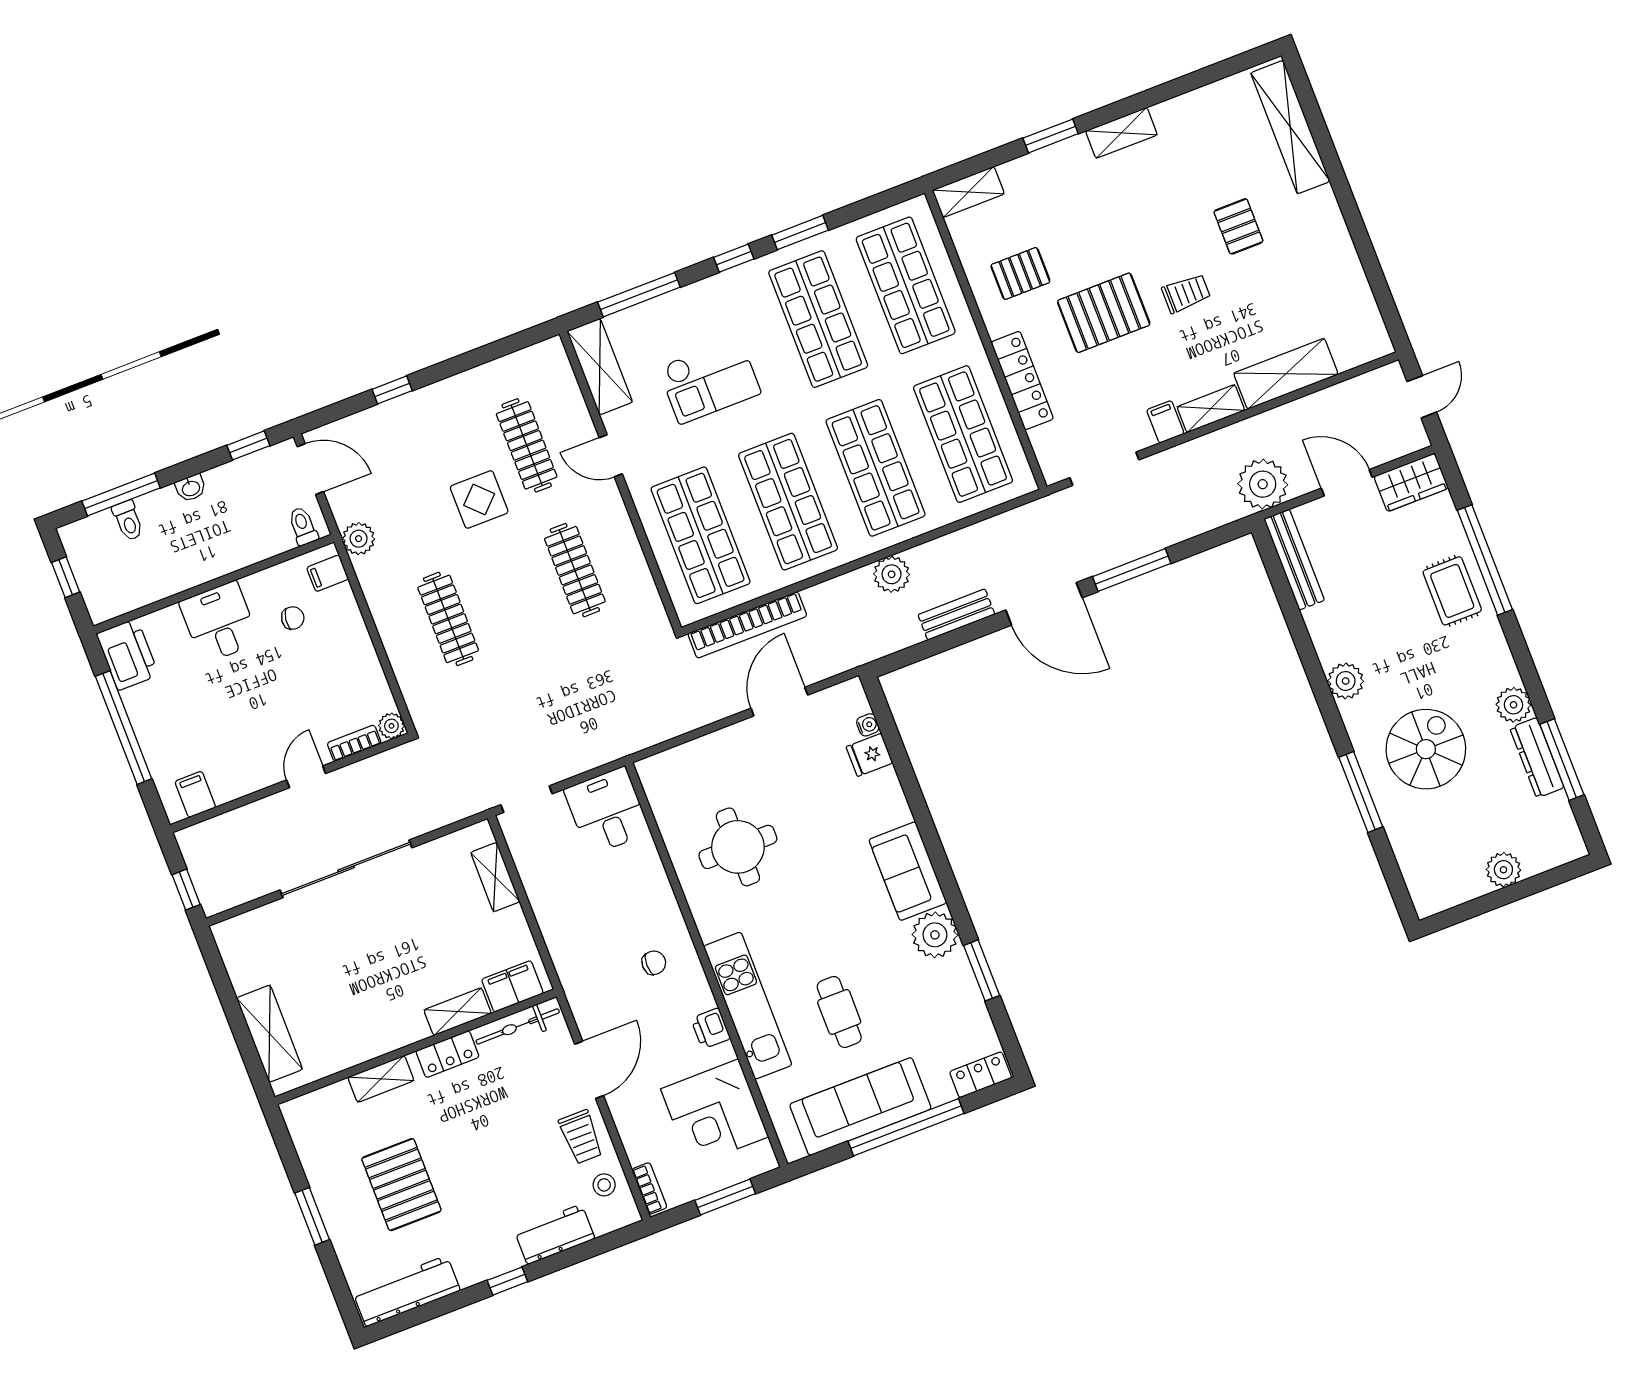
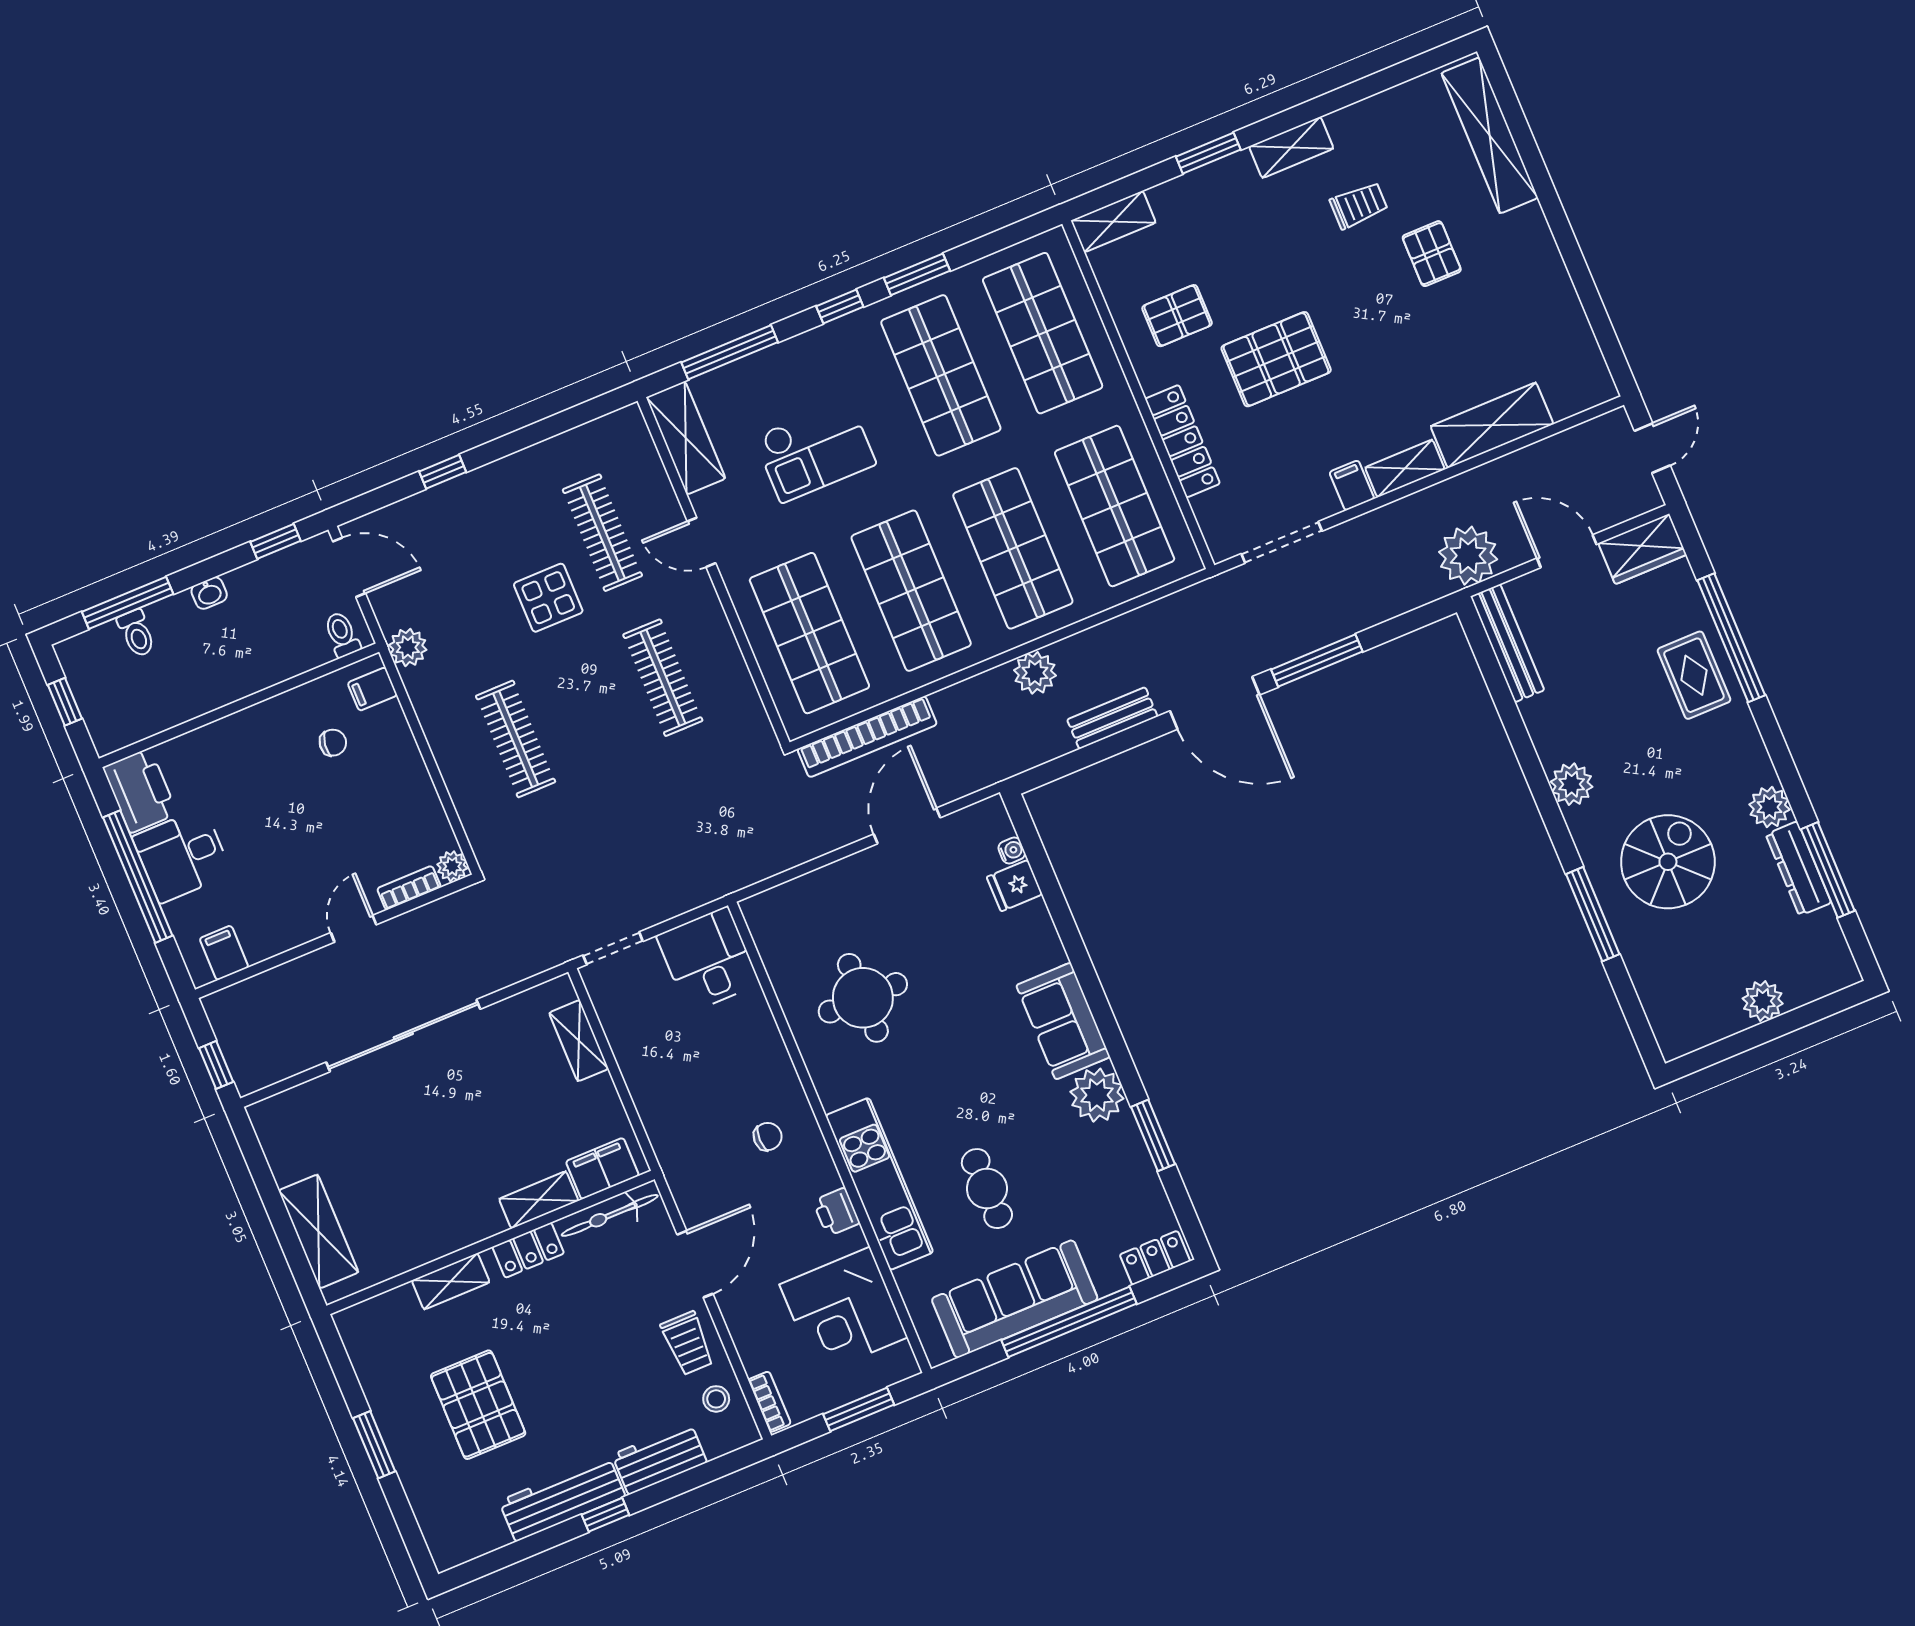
trolley: (1186, 293) -> (1359, 205), moved
desk: (219, 622) -> (182, 855), moved, turned -90
workbench: (407, 1291) -> (562, 1499), moved

